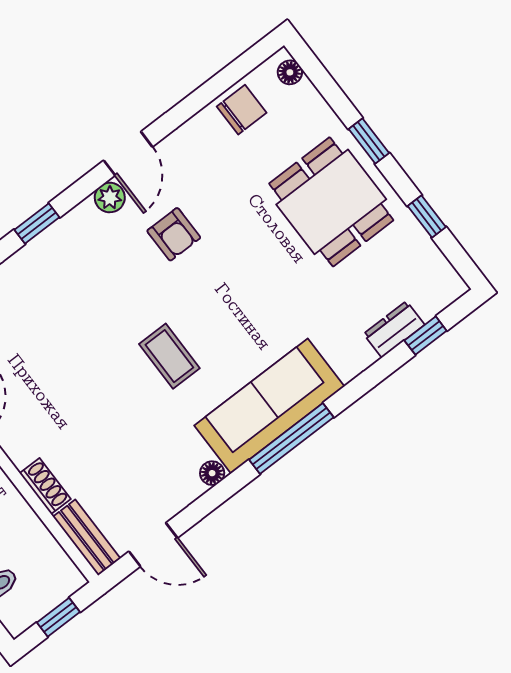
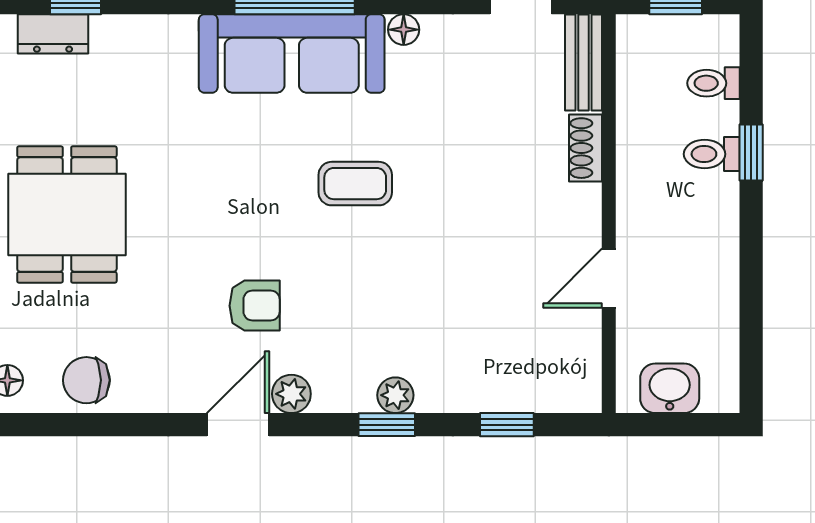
armchair: (174, 234) -> (255, 306), turned 90
plant: (45, 245) -> (395, 395), added
dresser: (394, 329) -> (53, 34), moved
coffee table: (169, 356) -> (355, 184), turned 90

